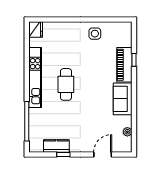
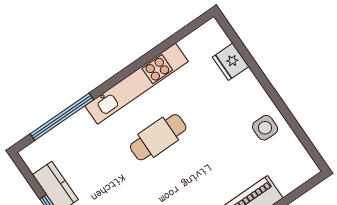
fridge: (36, 30) -> (231, 62), moved, turned 90

